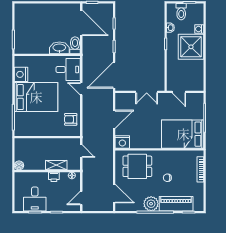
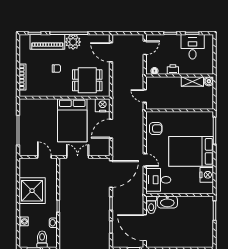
shower: (191, 47) -> (32, 191), moved
bed: (183, 134) -> (72, 120), moved, turned 90
shelving: (56, 165) -> (192, 81), moved

